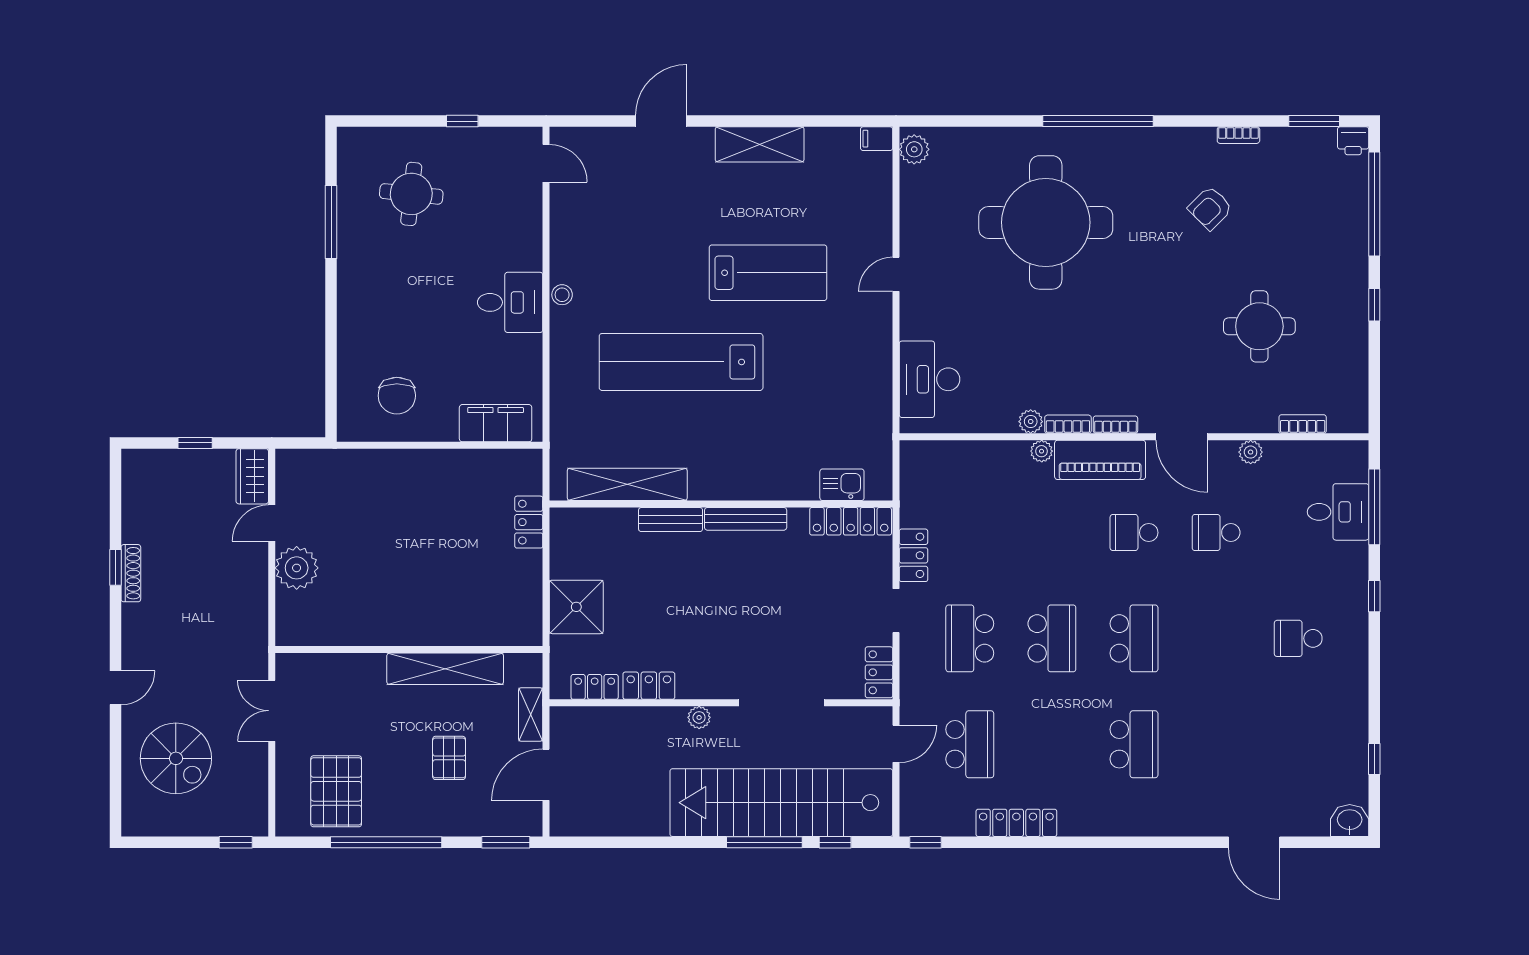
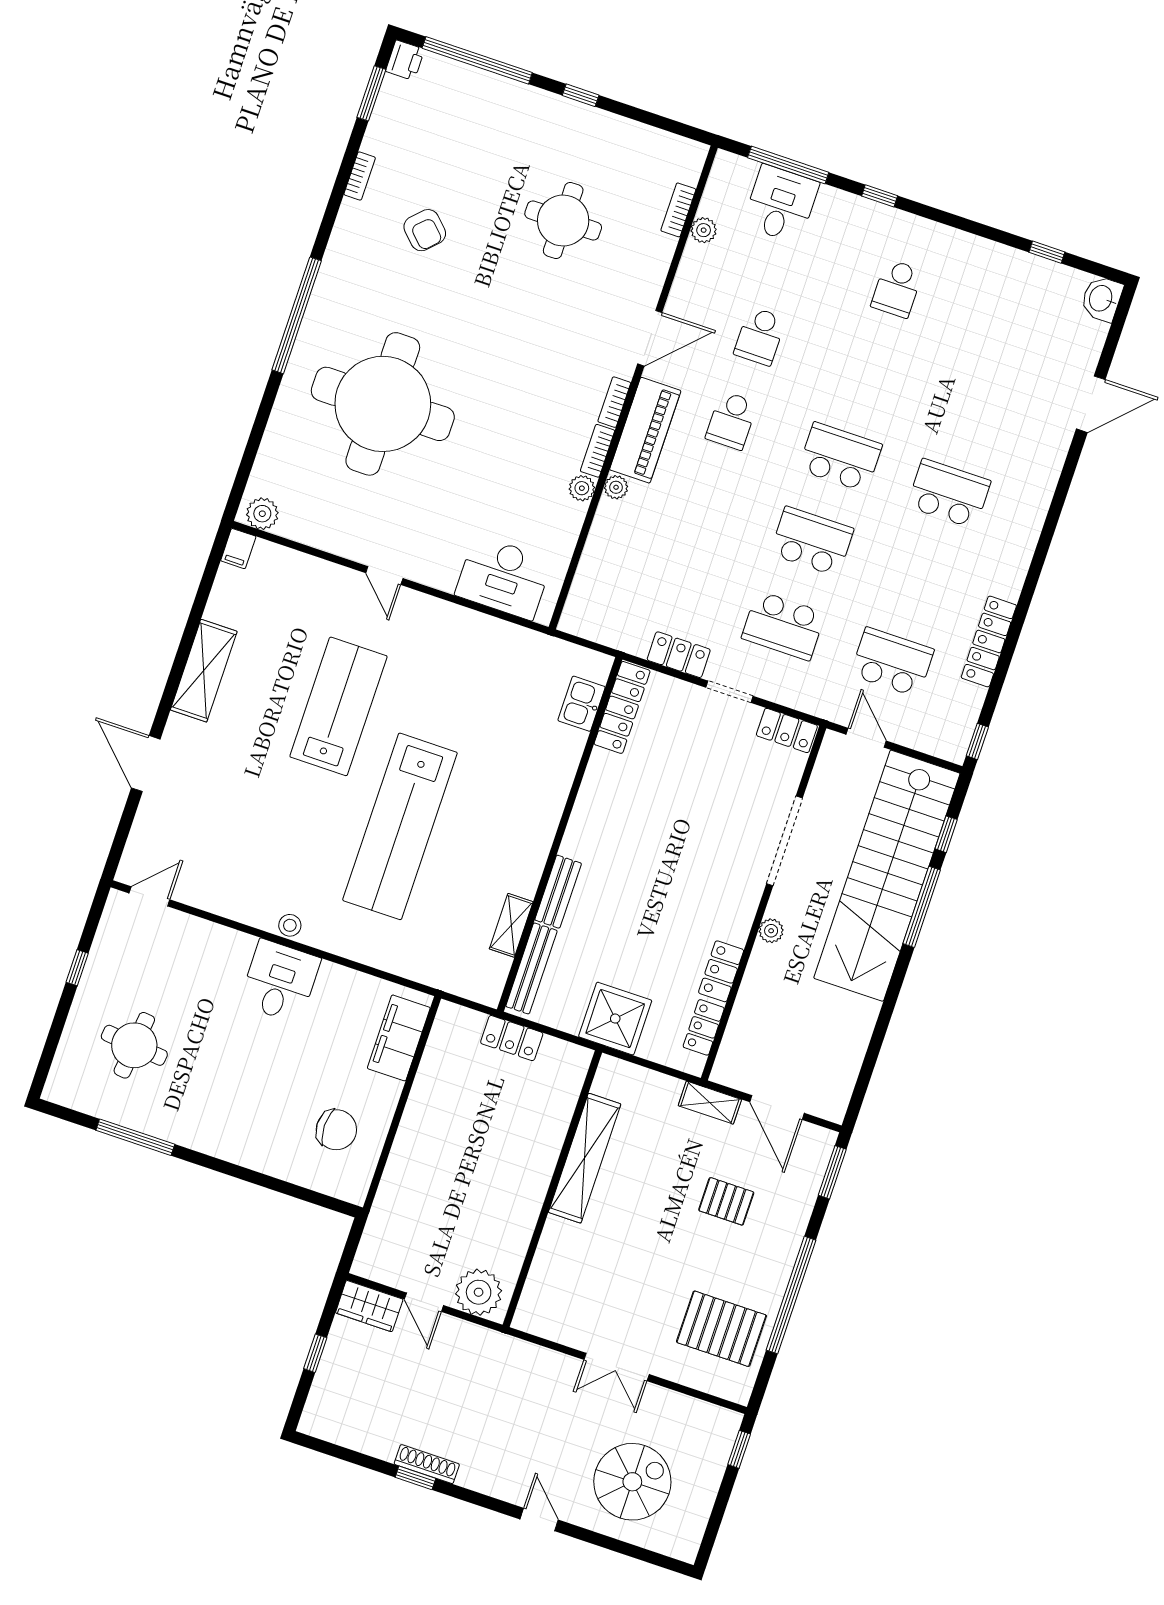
plant: (1251, 452) -> (704, 230), moved
shelving: (627, 484) -> (511, 925), width x0.45, depth x0.75
bench: (746, 519) -> (531, 968), moved
wall: (409, 650) -> (552, 1189), moved
shelving: (445, 669) -> (585, 1158), moved

